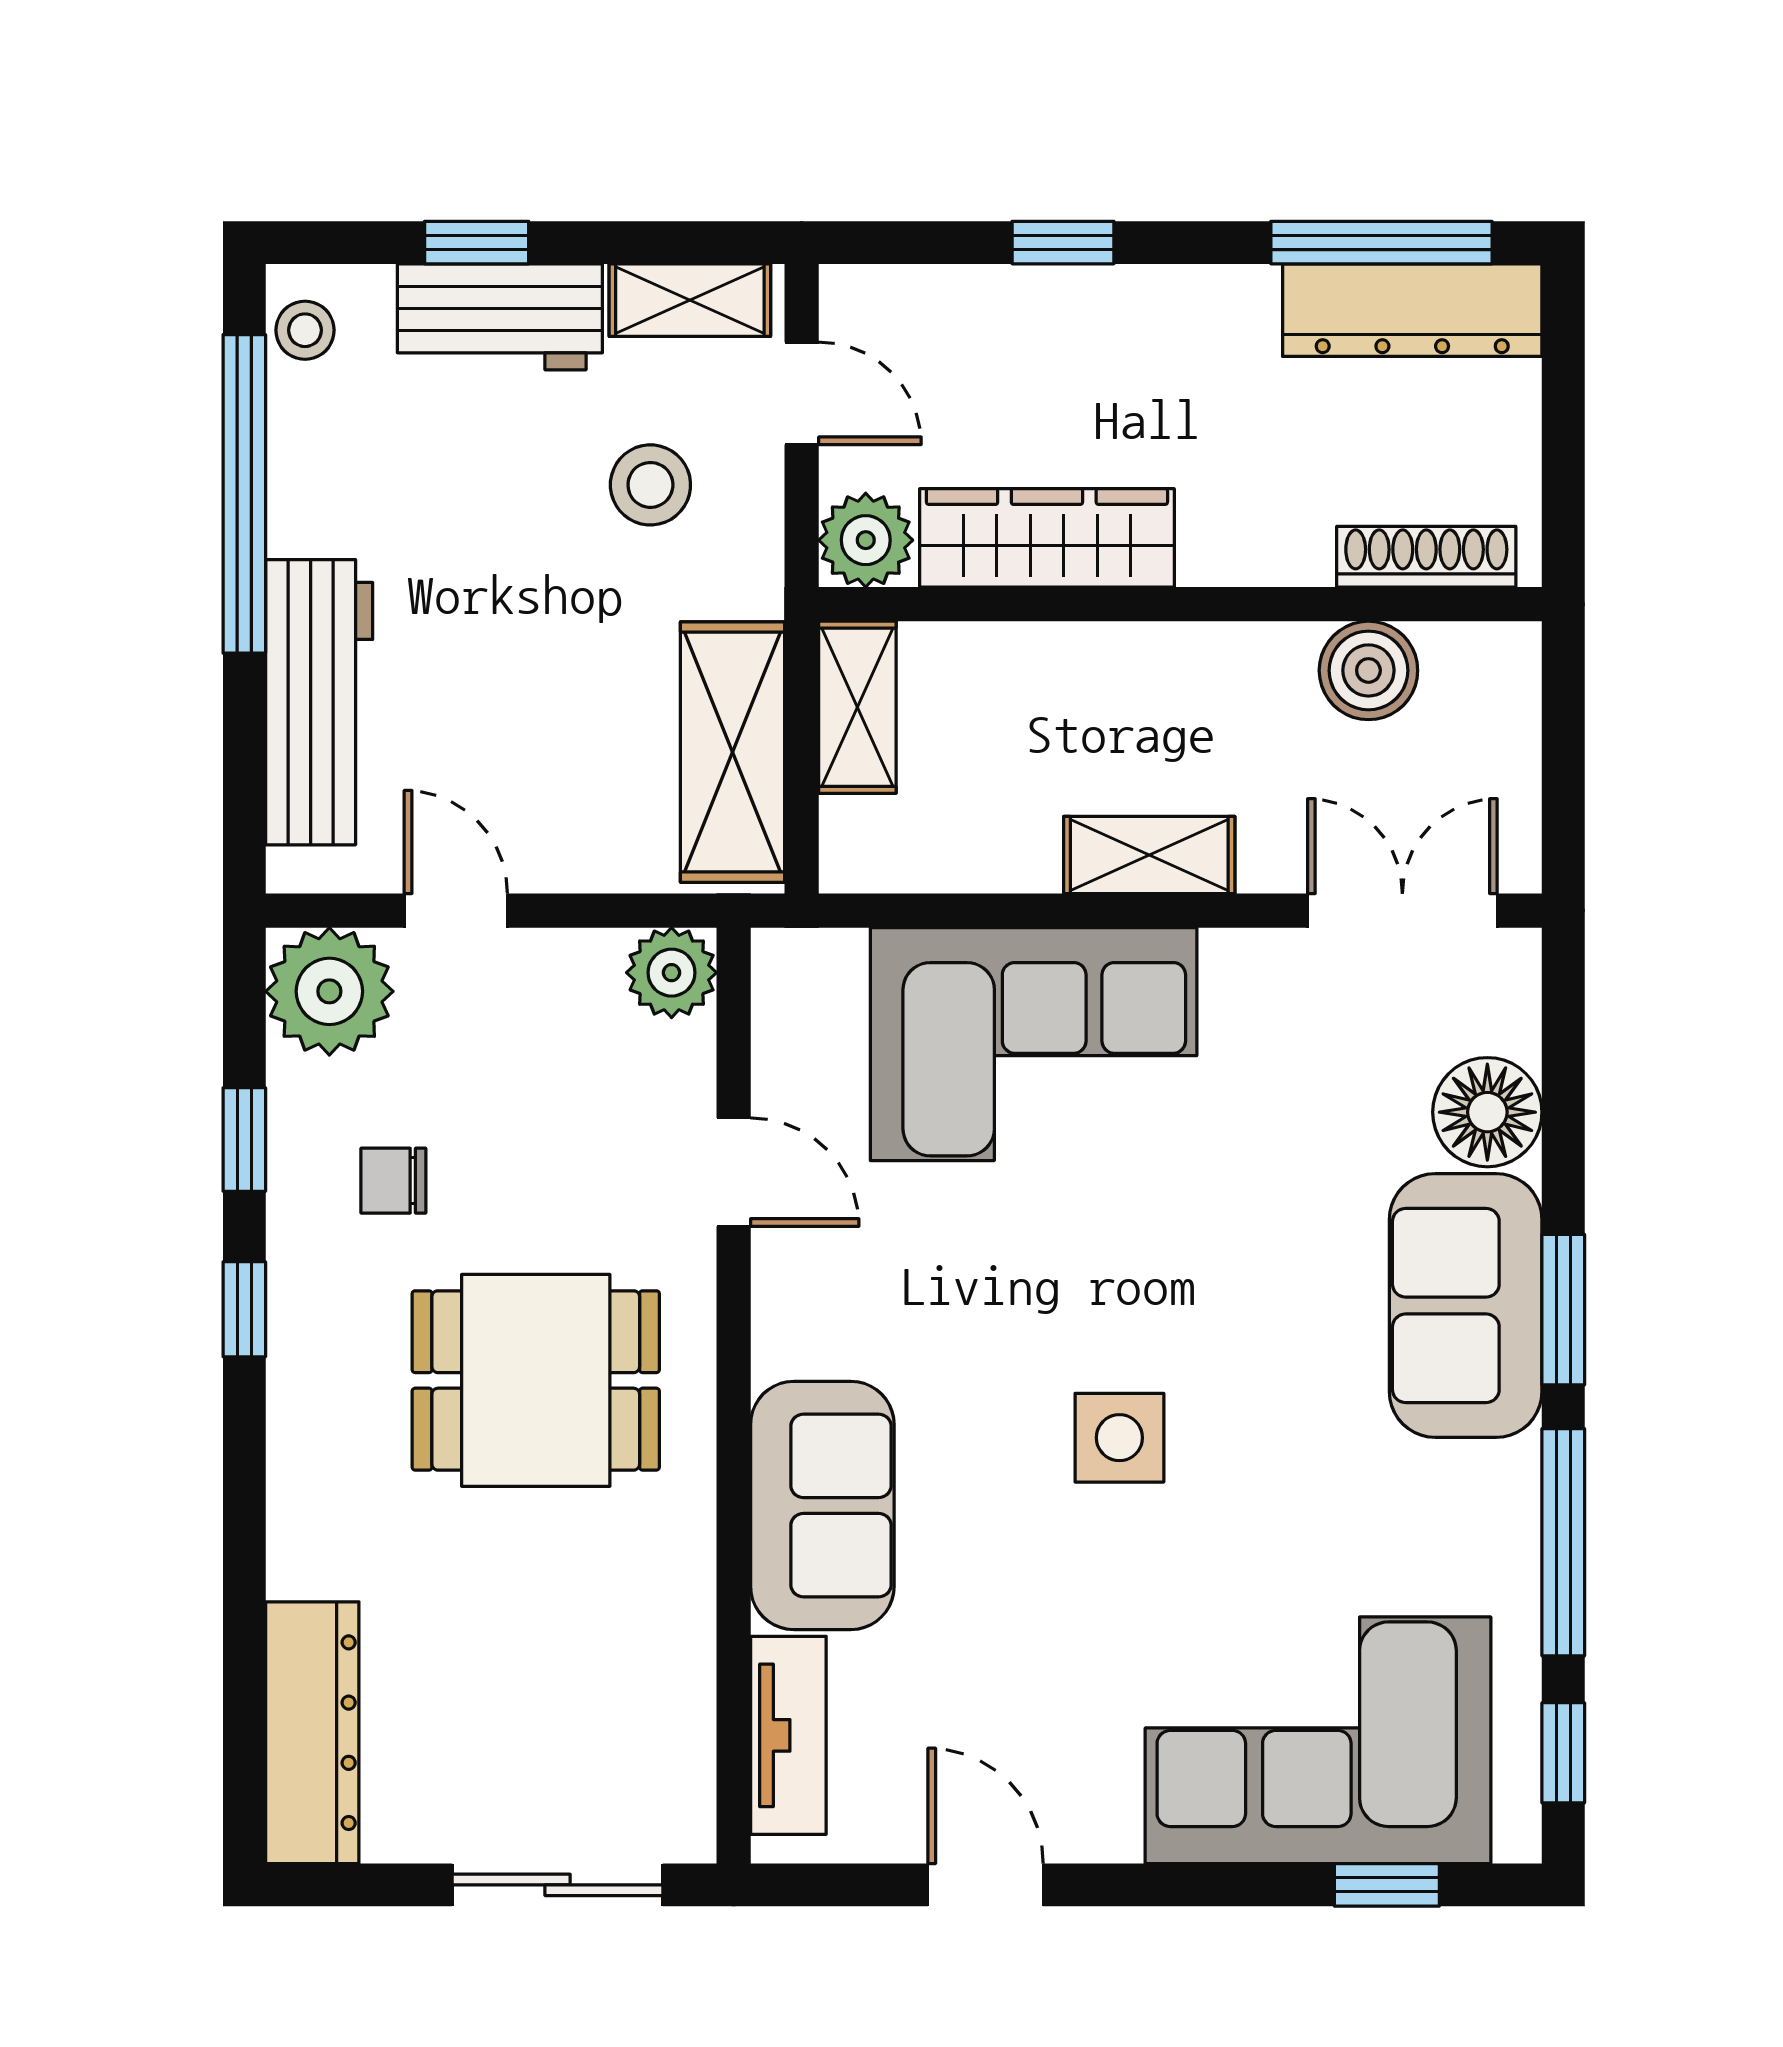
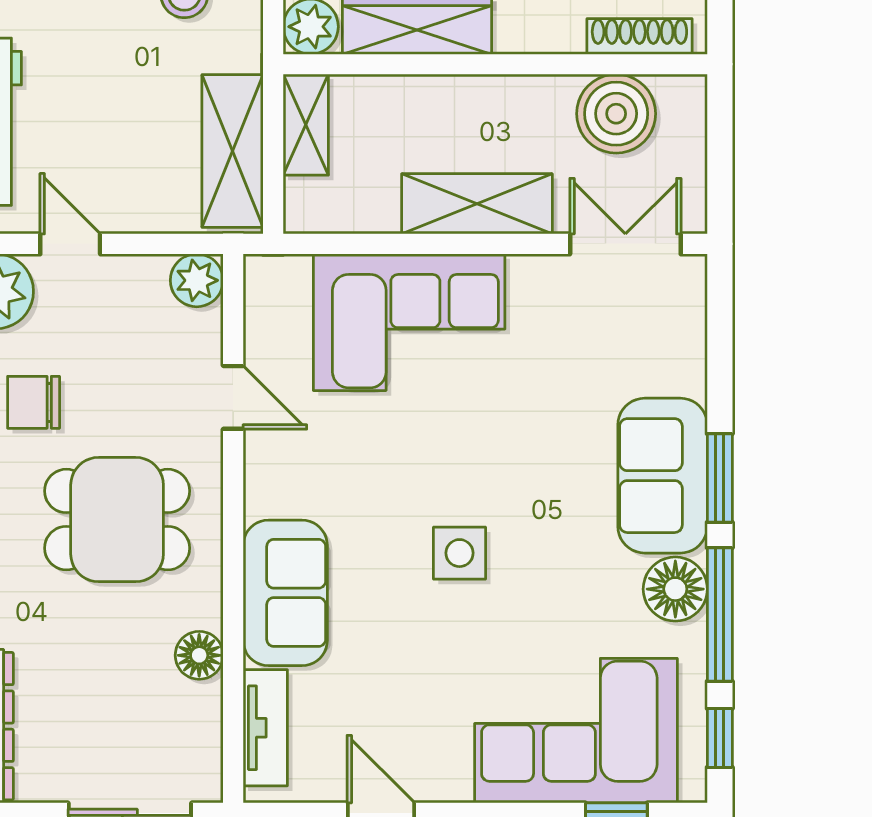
boiler: (1368, 670) -> (616, 114), width x1.37, depth x1.37
shelving: (1149, 855) -> (477, 204), width x1.50, depth x1.33
floor lamp: (1487, 1112) -> (675, 589), moved
chair: (393, 1181) -> (34, 402), width x1.37, depth x1.37
floor lamp: (676, 1612) -> (199, 655), added

